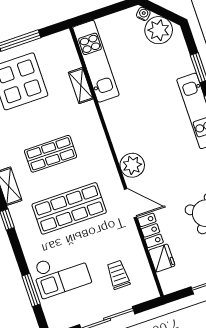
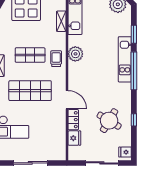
plant: (132, 165) -> (75, 54), moved
trolley: (118, 275) -> (56, 59), moved

